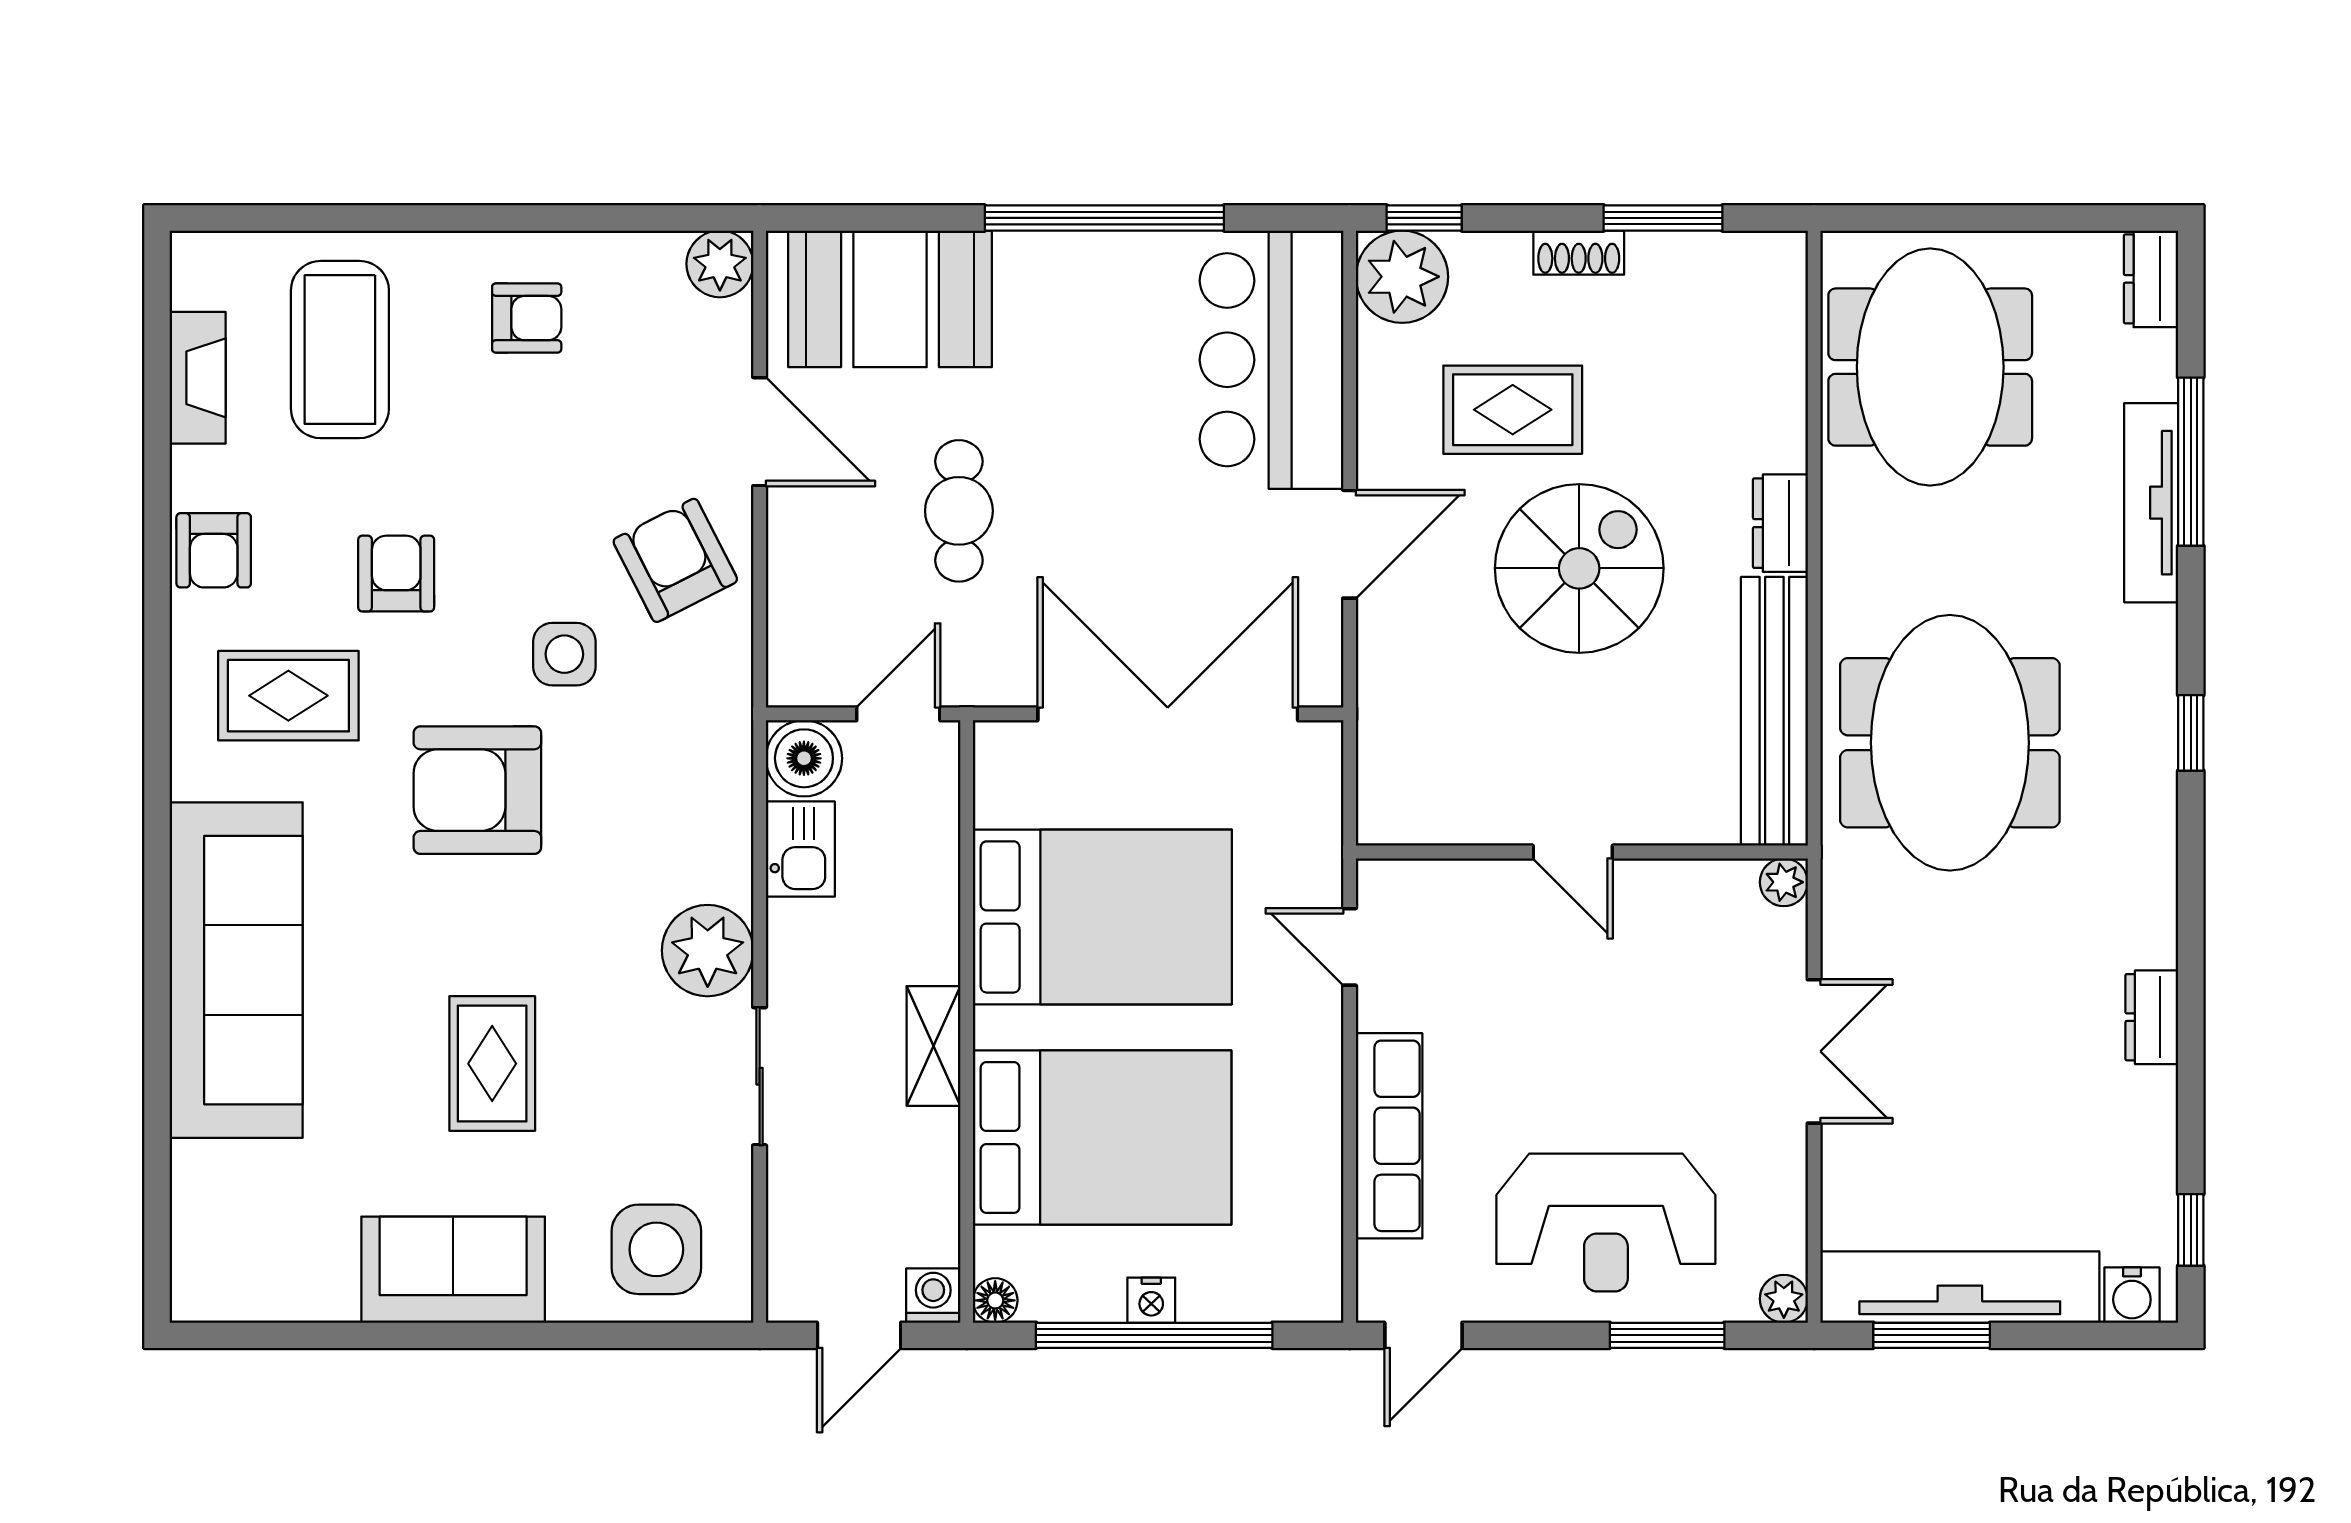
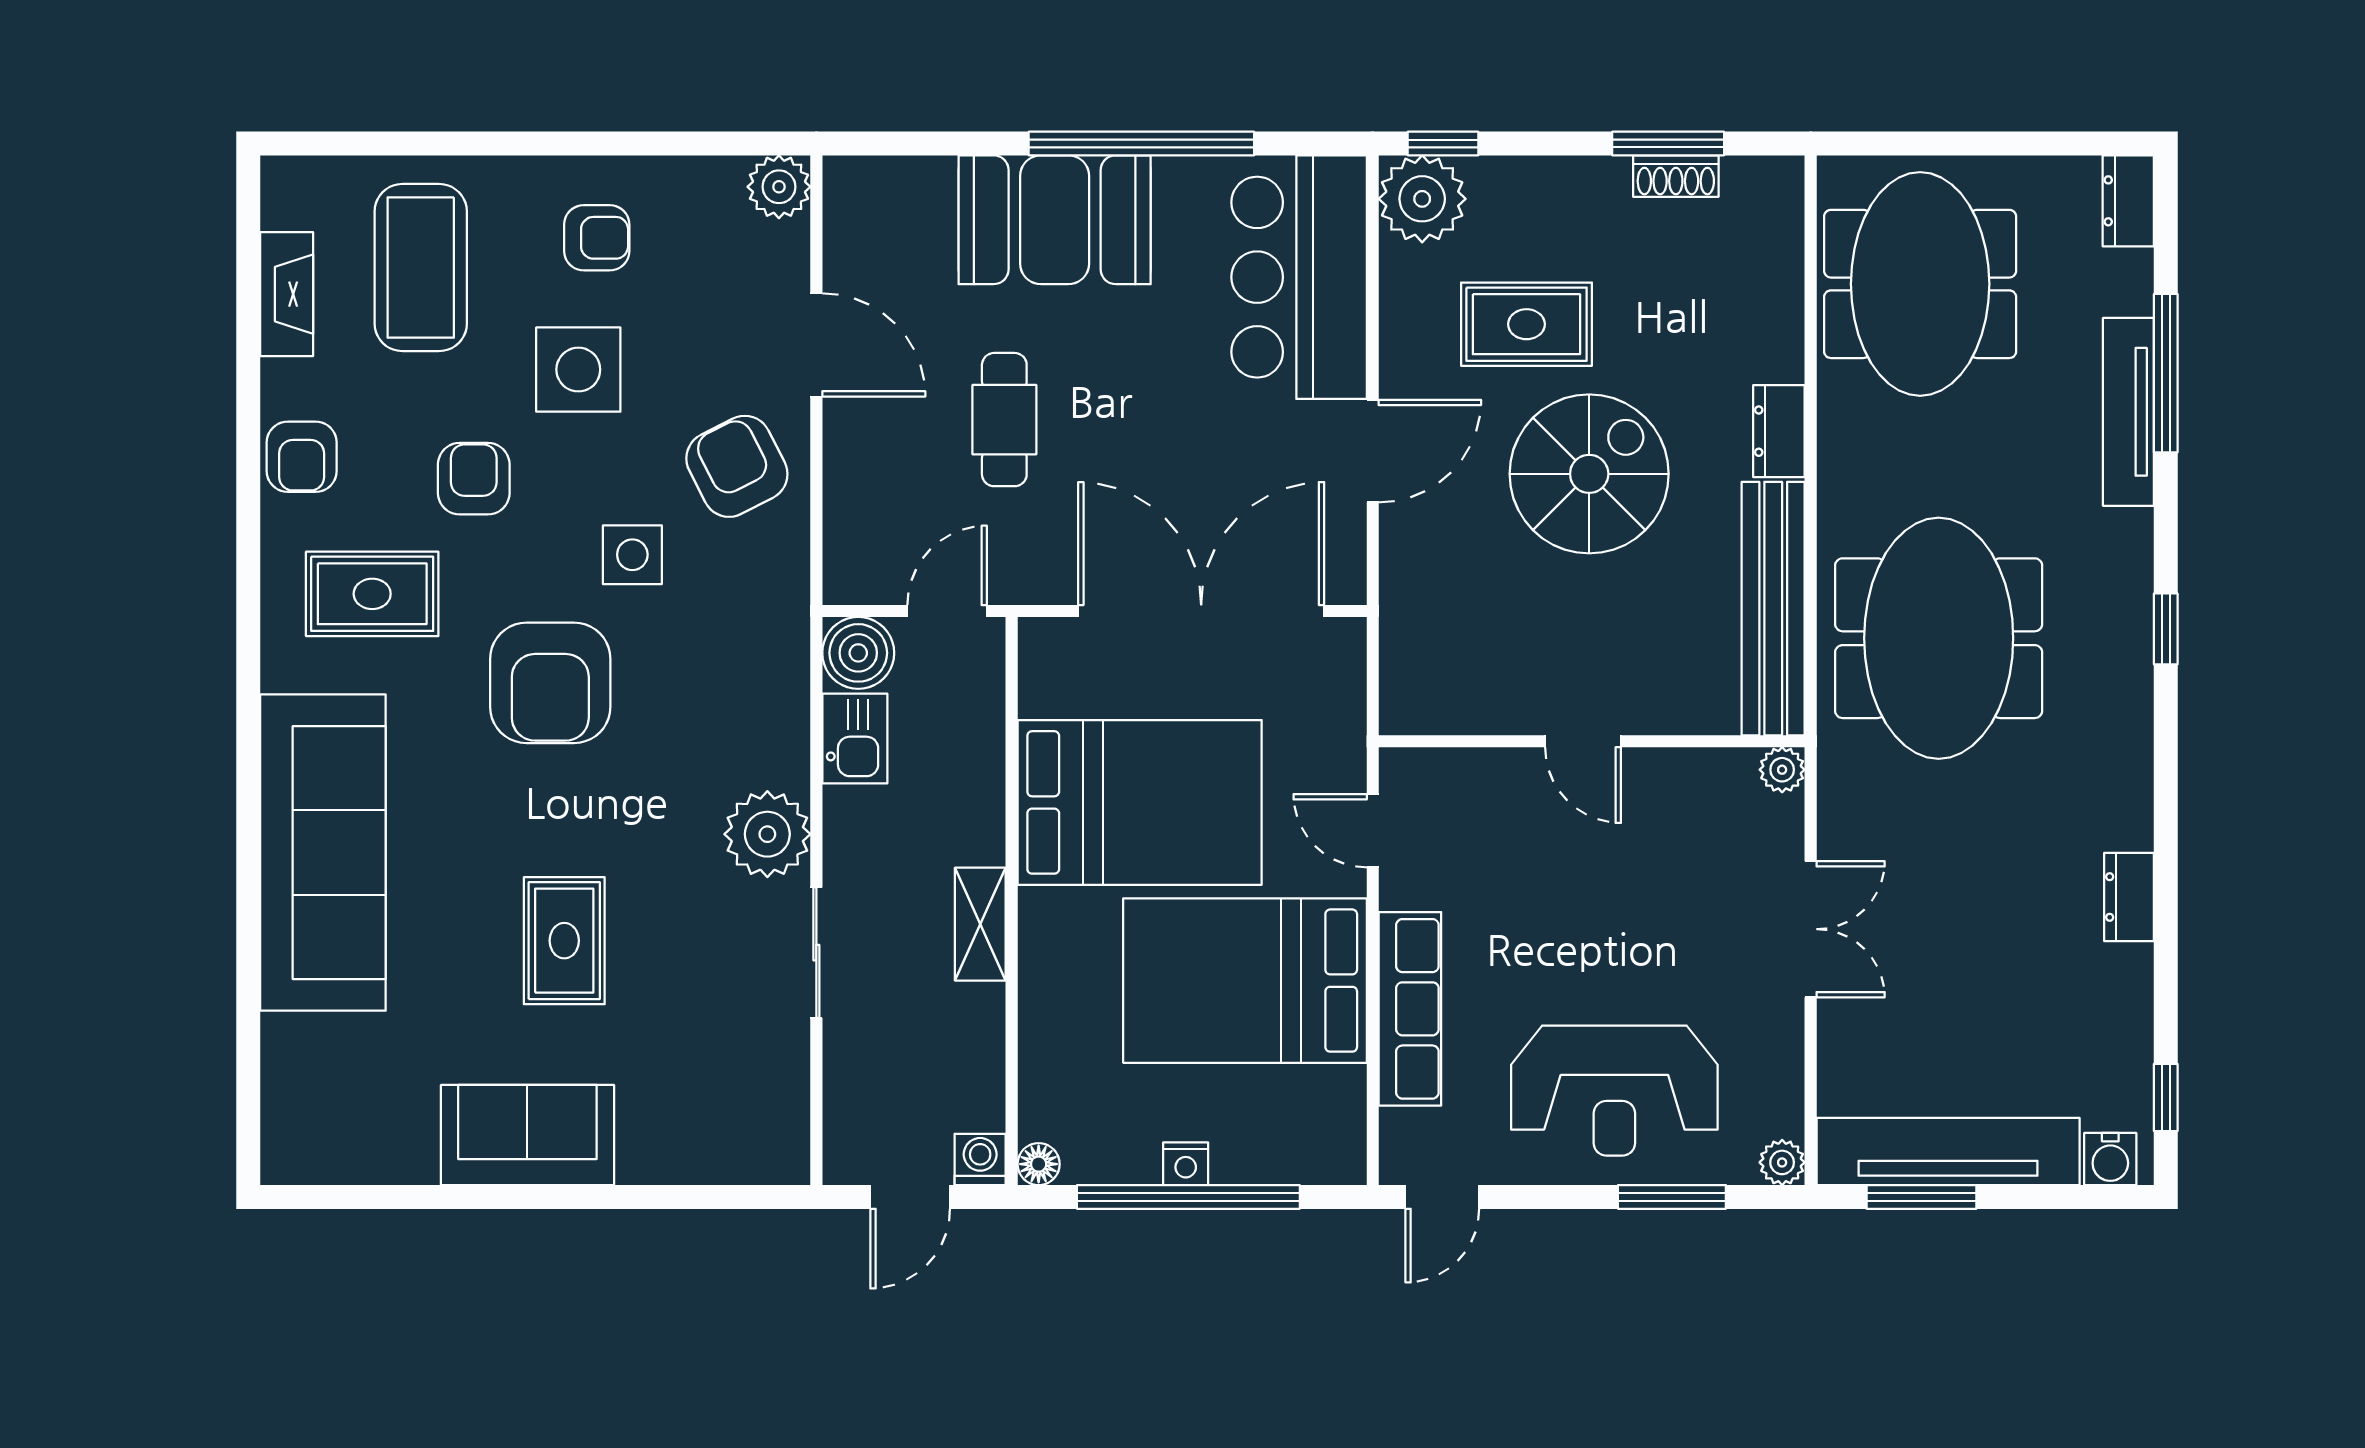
shoe rack: (1579, 253) -> (1676, 176), moved
booth: (890, 299) -> (1055, 220), moved
armchair: (477, 790) -> (550, 683), turned -90
bed: (1102, 1137) -> (1245, 981), moved, turned 180
side table: (656, 1249) -> (578, 370), moved

